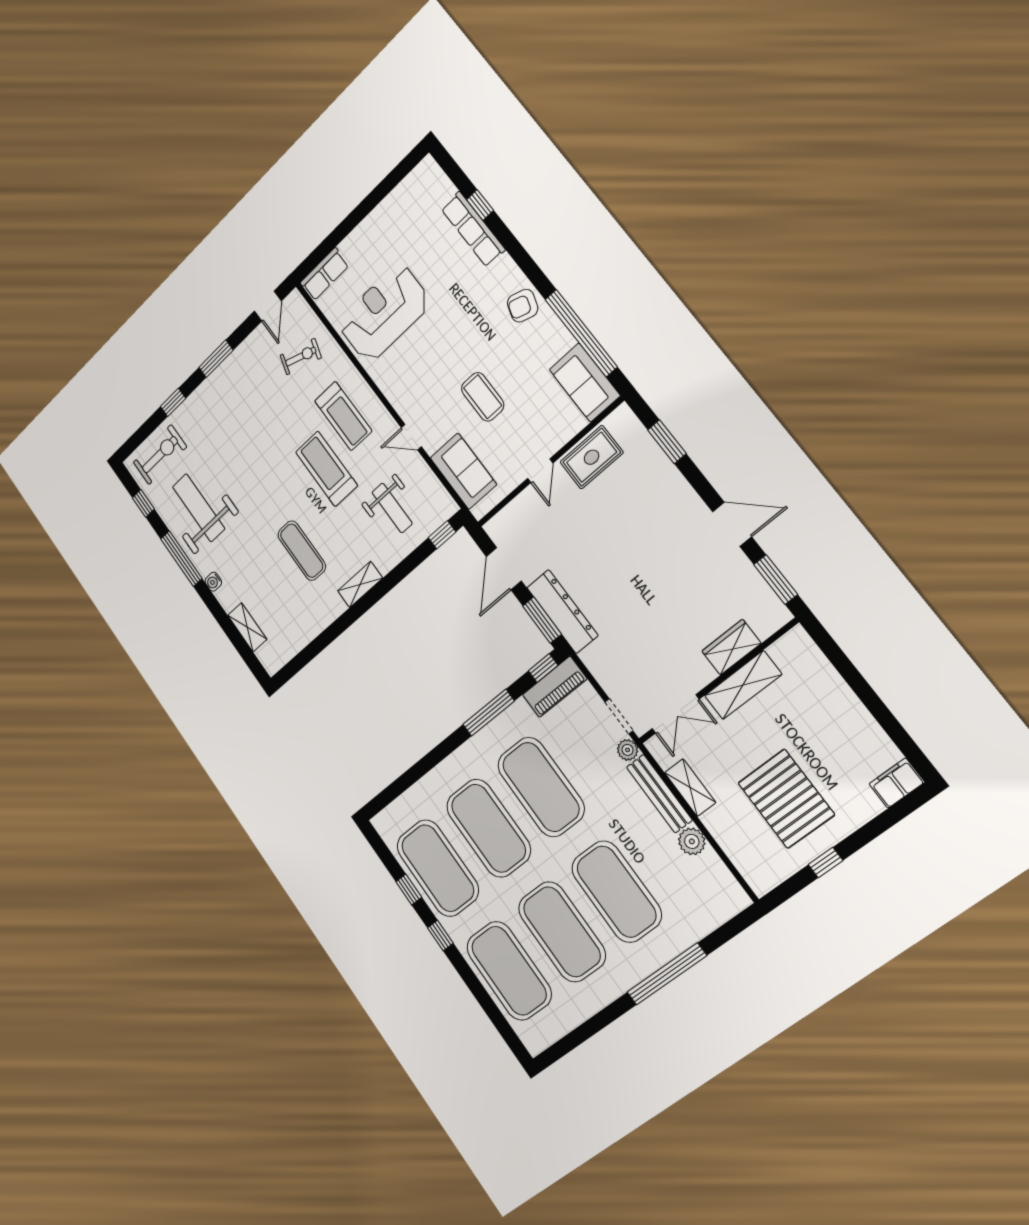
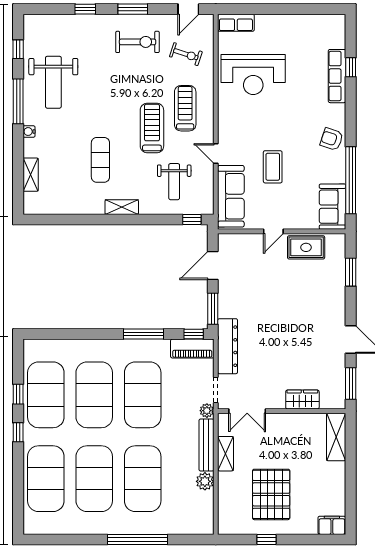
reception desk: (384, 313) -> (253, 75), turned 180
treadmill: (343, 416) -> (185, 108), turned 180
exercise bike: (160, 455) -> (138, 42), moved
sofa: (463, 471) -> (231, 196), width x1.36
weight bench: (199, 508) -> (53, 82), turned 180
dresser: (562, 612) -> (228, 346), moved
shelving: (743, 685) -> (336, 437), moved, turned 90

